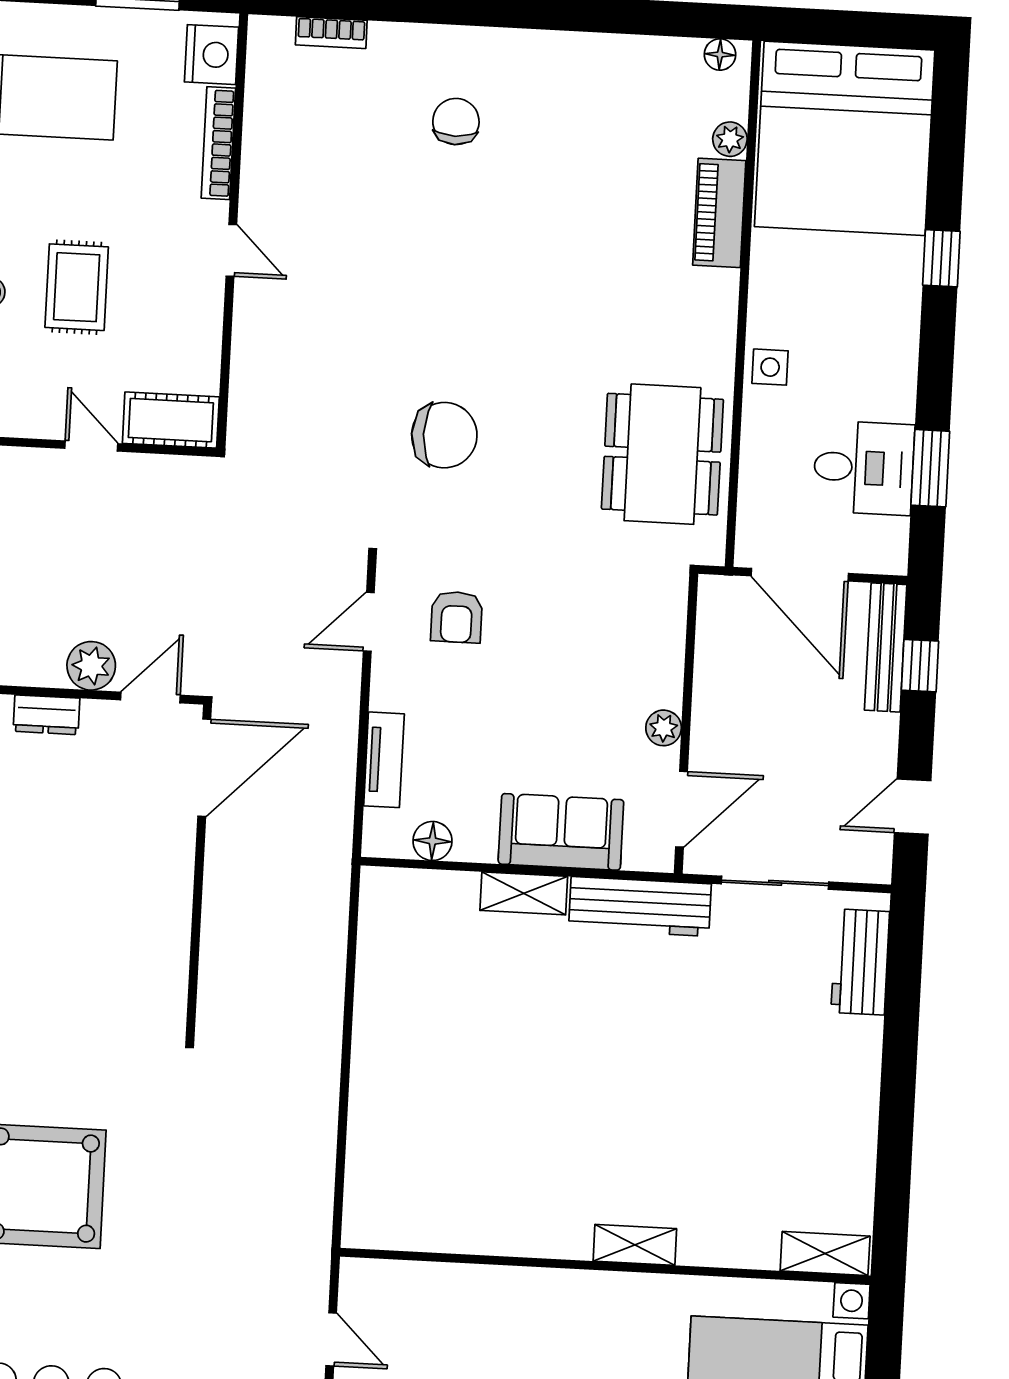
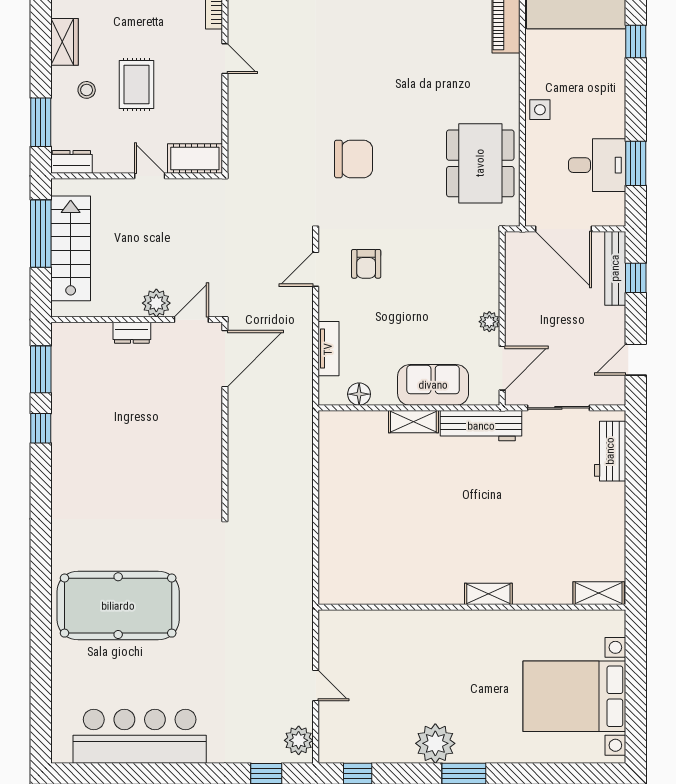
shelving: (635, 1245) -> (488, 594), moved
shelving: (825, 1253) -> (599, 593), moved
wall: (605, 1266) -> (472, 607), moved

